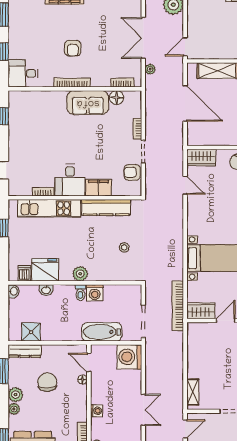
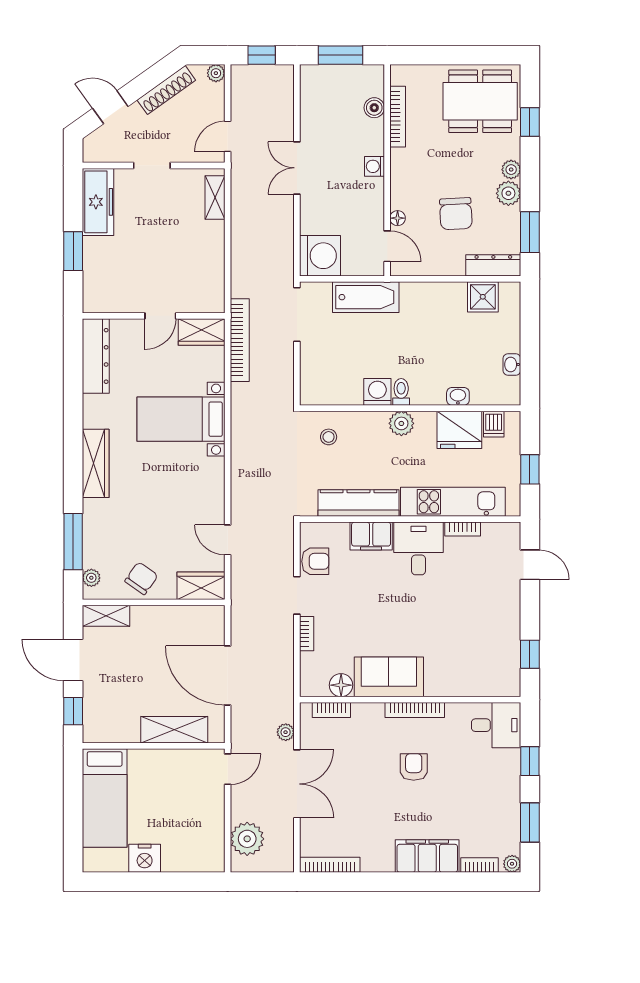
fridge: (45, 270) -> (459, 430), moved
dishwasher: (24, 273) -> (494, 424), moved
plant: (80, 274) -> (401, 423), moved
wall: (75, 283) -> (410, 408), moved
washbasin: (46, 290) -> (458, 396), moved
toilet: (80, 293) -> (401, 392), moved
washing machine: (95, 293) -> (377, 392), moved

